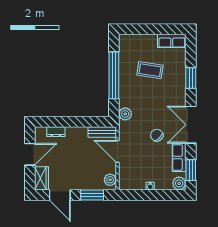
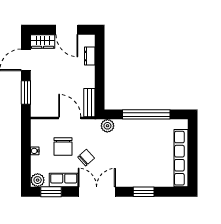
row of seats: (172, 41) -> (181, 158), width x2.02
coffee table: (150, 70) -> (152, 151), removed
door: (117, 151) -> (70, 118), hinge flipped
chair: (146, 158) -> (63, 147), added
plant: (110, 180) -> (41, 111), removed

